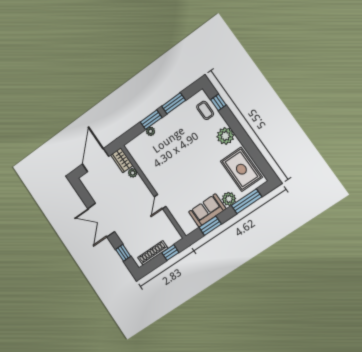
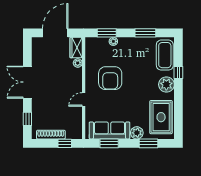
window: (218, 102) -> (178, 72), moved
coffee table: (205, 110) -> (165, 55), width x1.86, depth x1.72
window: (151, 120) -> (107, 33), moved
armchair: (170, 166) -> (110, 78), added
window: (247, 201) -> (149, 143), width x0.69
sofa: (207, 210) -> (110, 130), width x1.36

